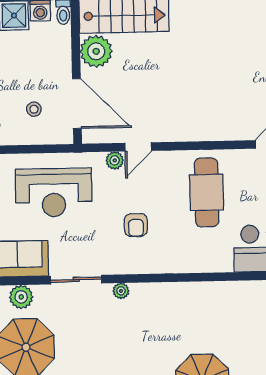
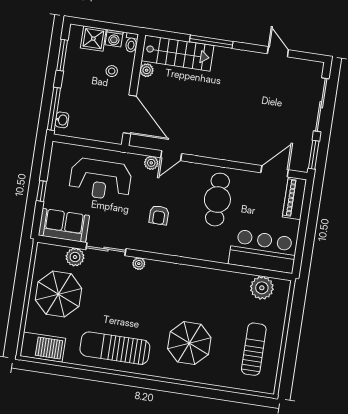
plant: (96, 51) -> (147, 70), width x0.53, depth x0.53
stool: (34, 109) -> (112, 71), moved
plant: (21, 297) -> (75, 257), moved

